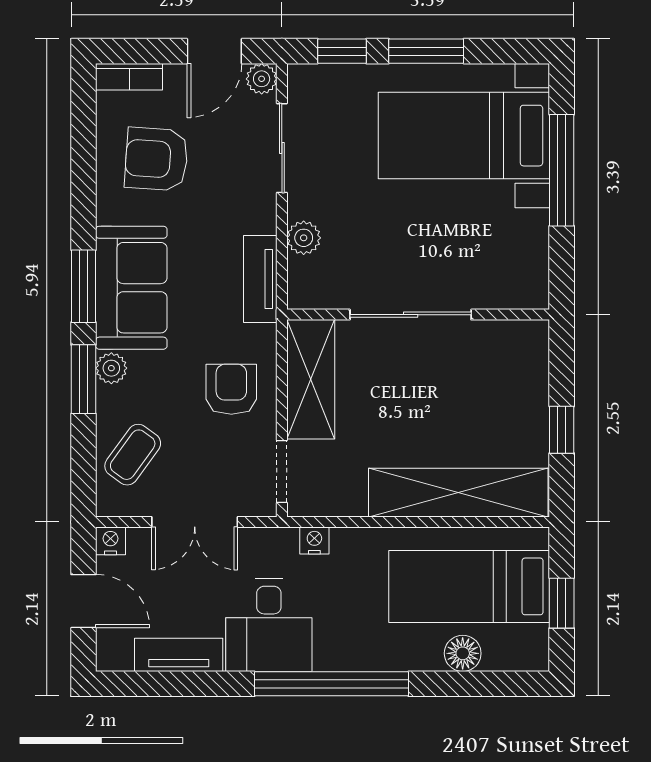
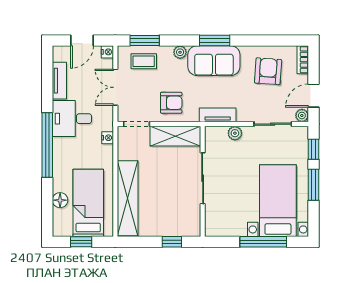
door: (214, 51) -> (313, 96), hinge flipped
window: (83, 379) -> (145, 41), moved
window: (562, 430) -> (172, 242), moved
coffee table: (133, 455) -> (144, 61), turned -36

